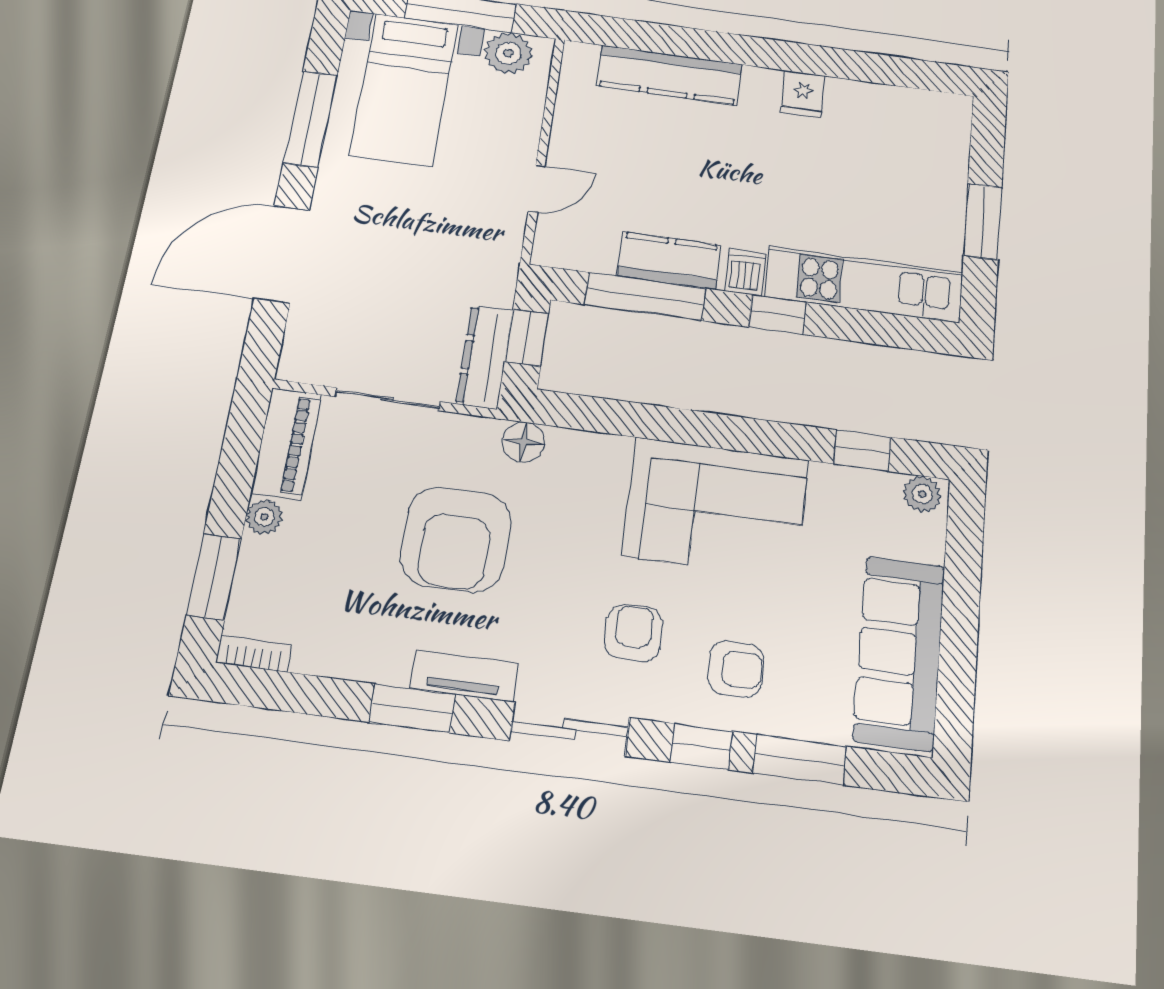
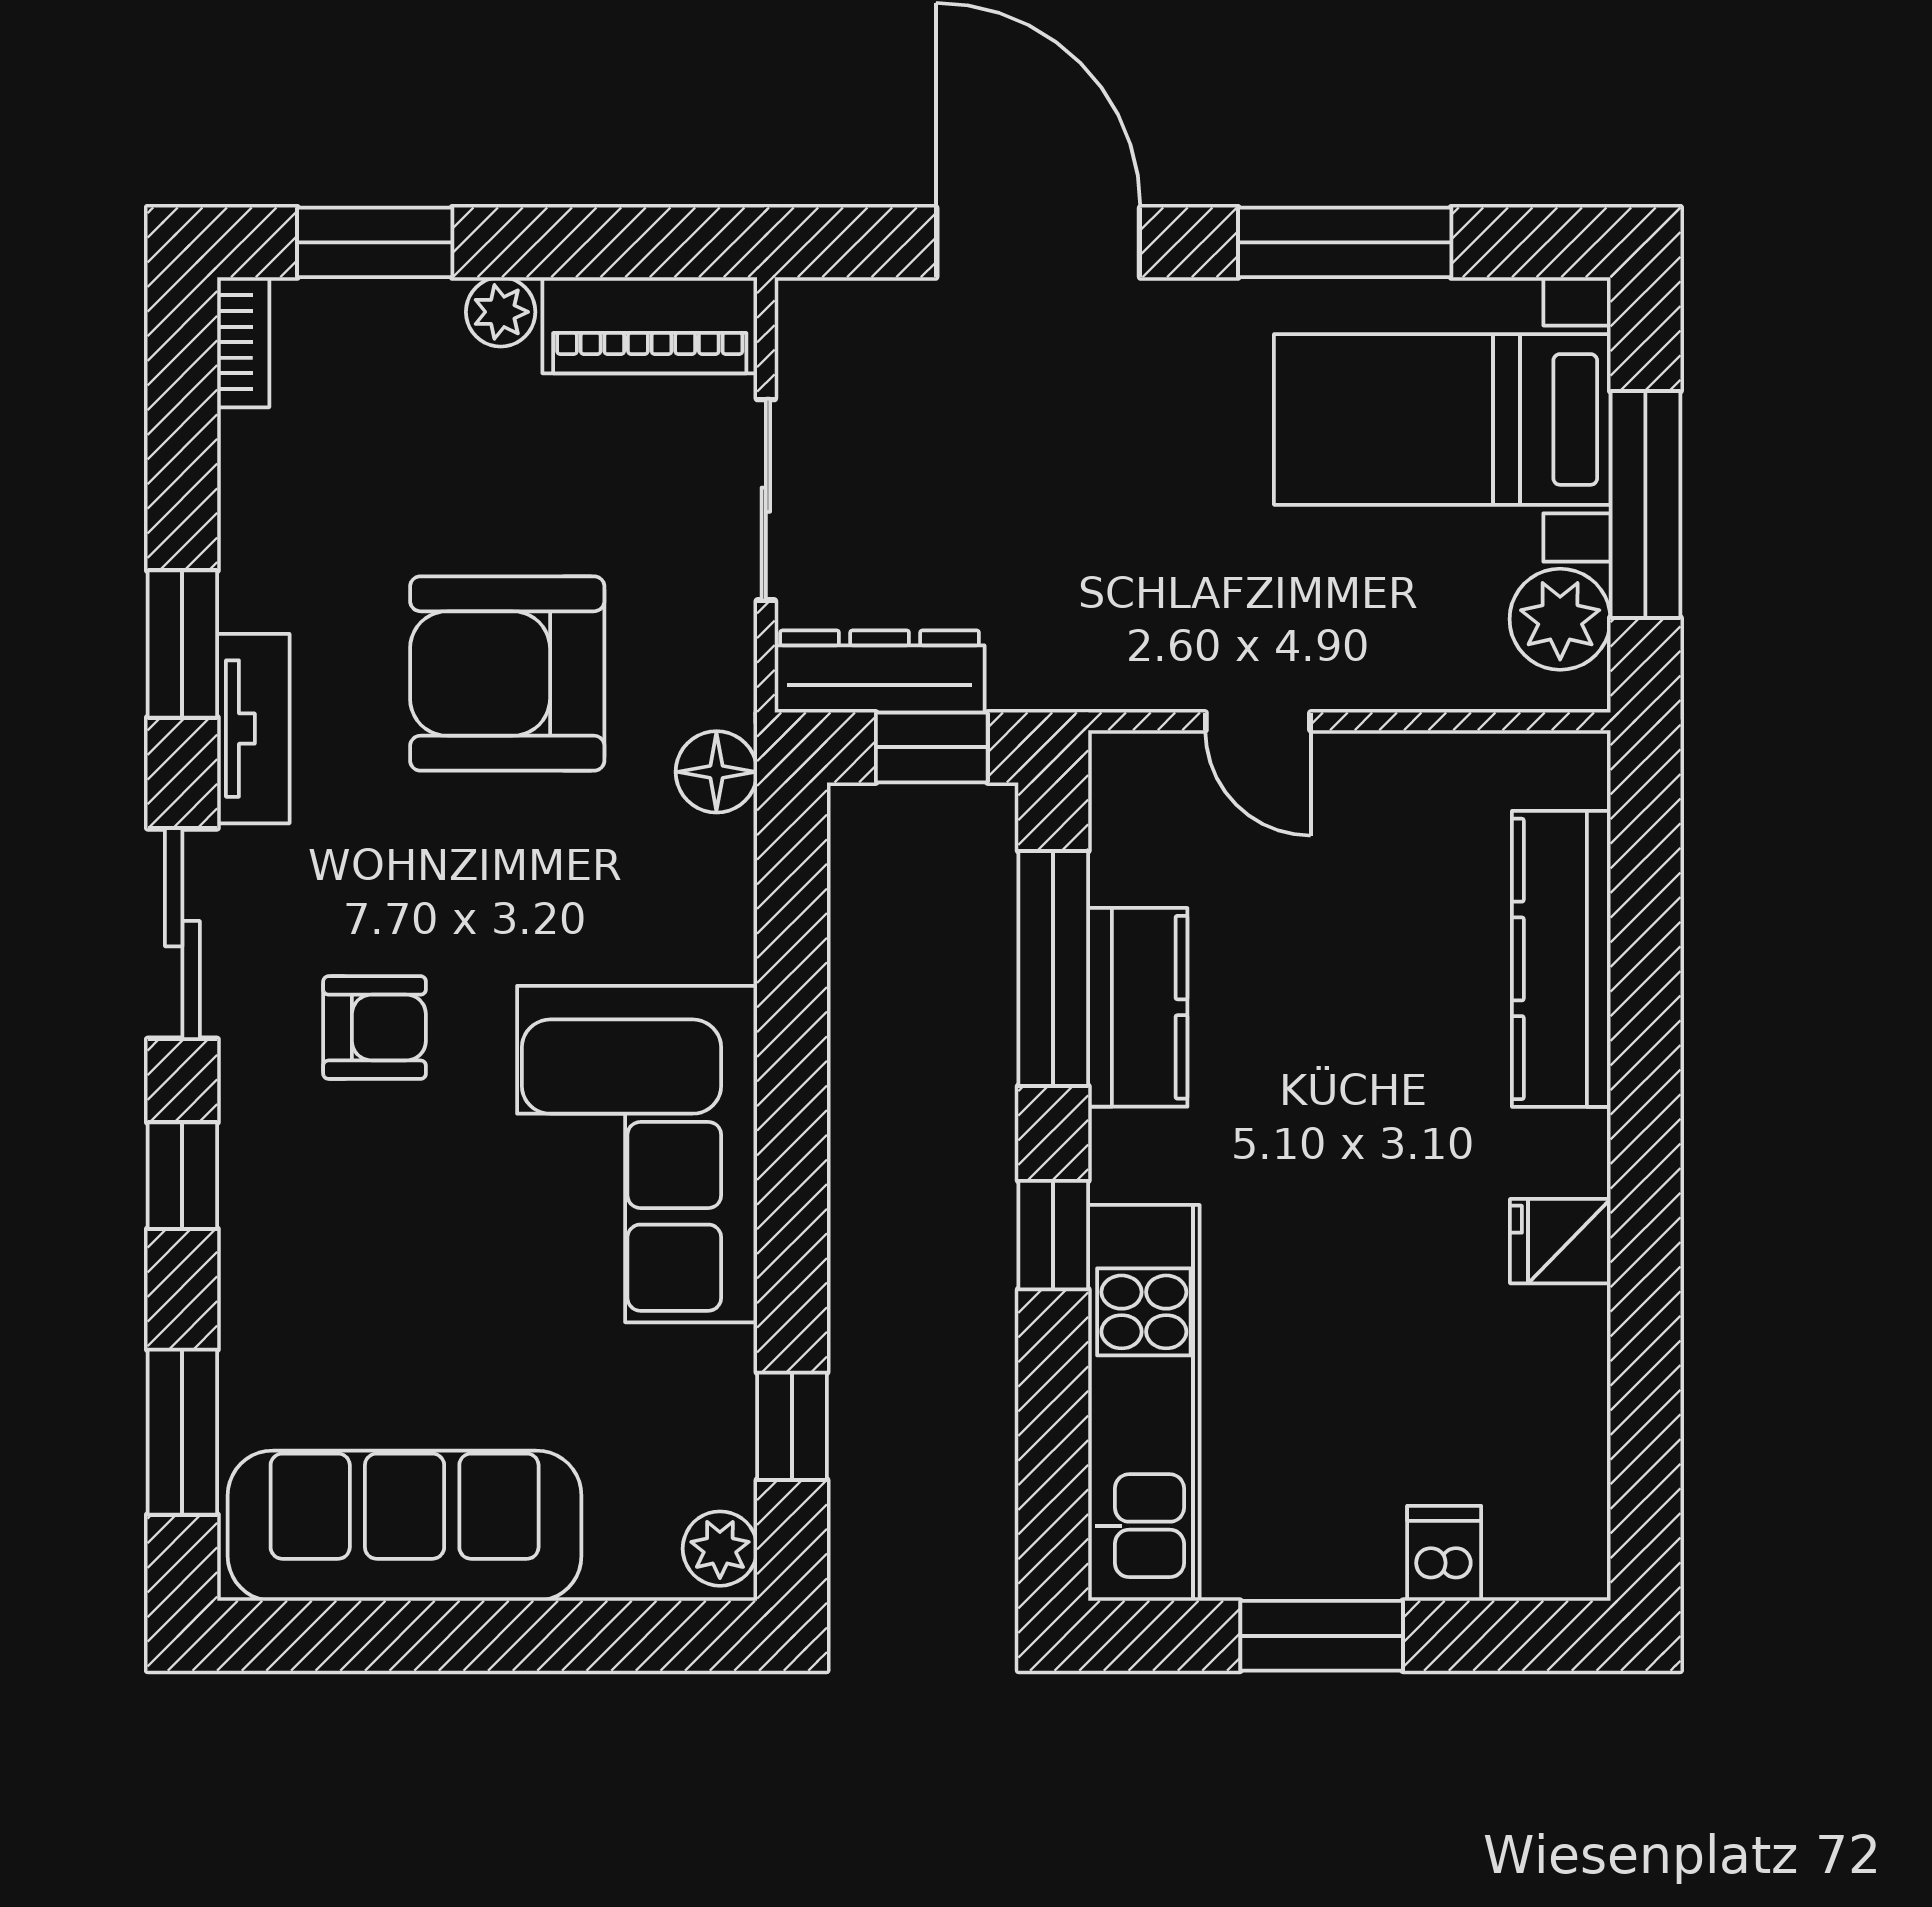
dishwasher: (745, 272) -> (1444, 1553), moved, turned -90
armchair: (736, 669) -> (333, 1224), removed
window: (800, 760) -> (182, 1432), moved

